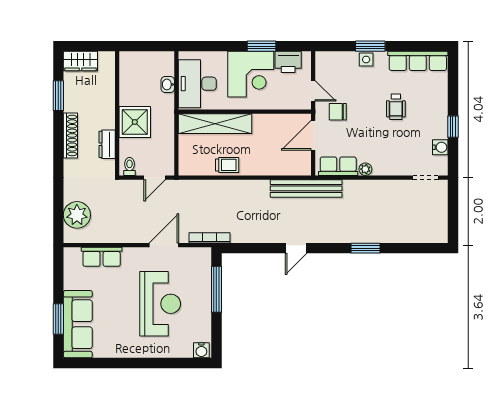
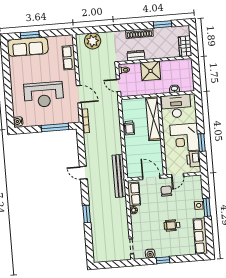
wardrobe: (80, 61) -> (185, 46), moved

